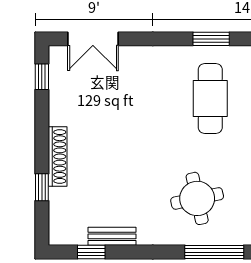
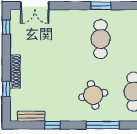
bench: (112, 236) -> (31, 116), moved
window: (91, 252) -> (53, 125), moved

